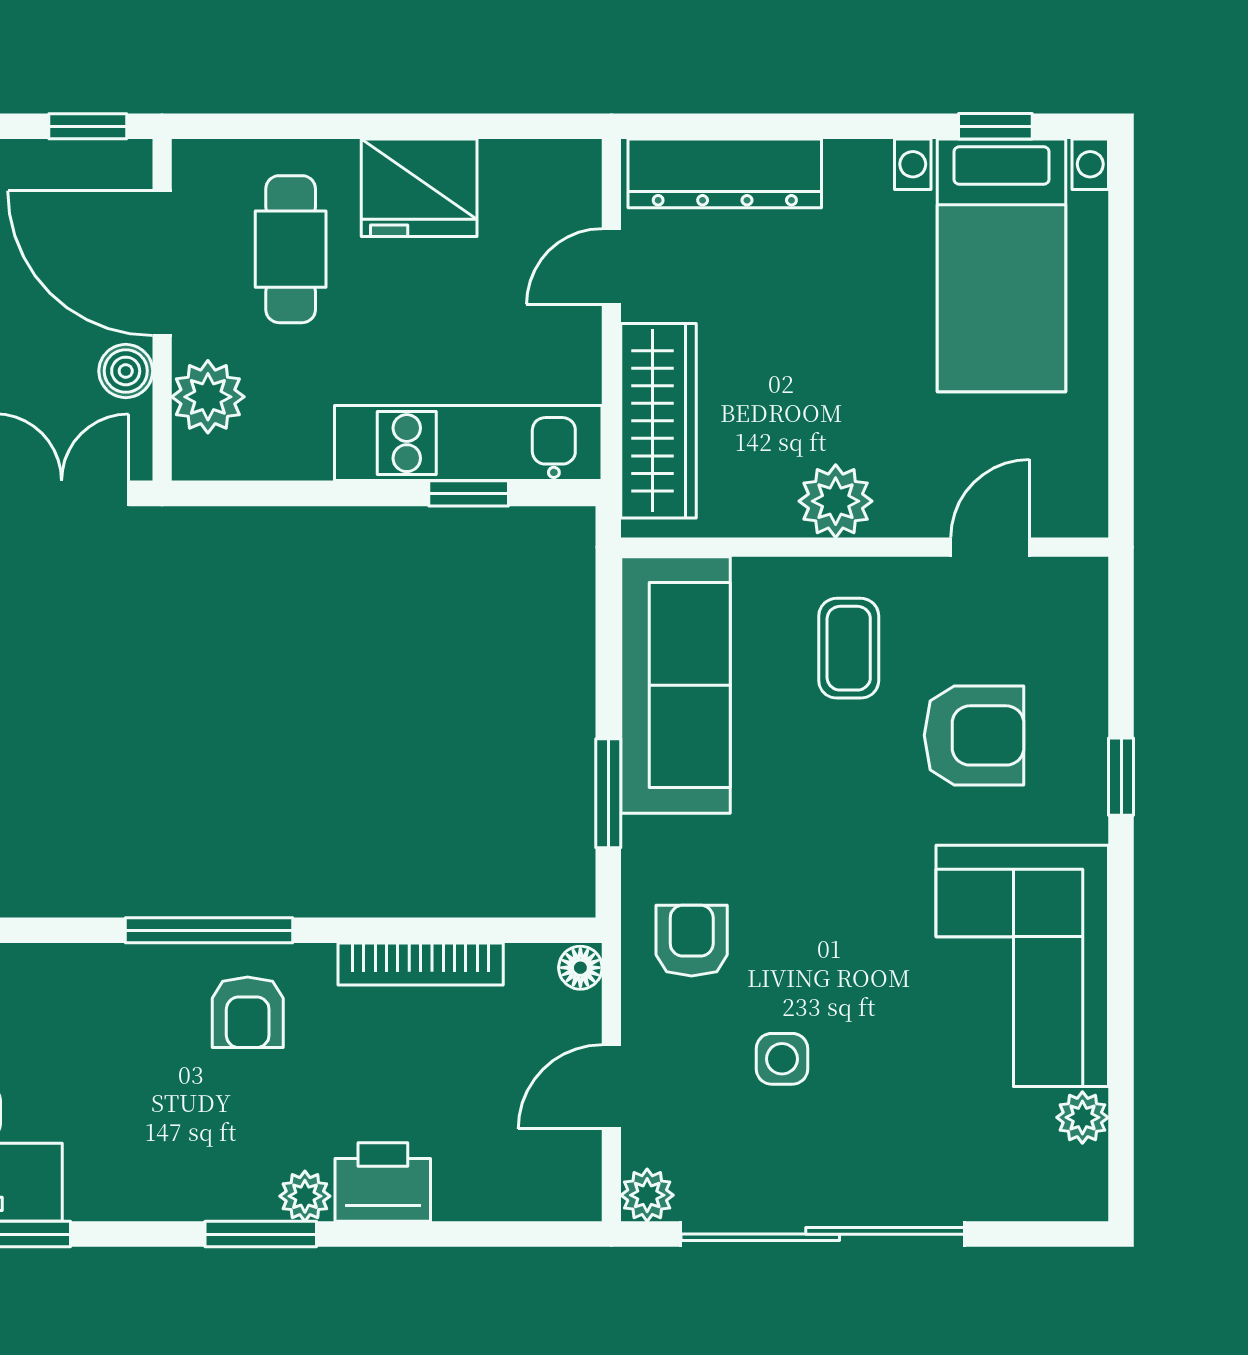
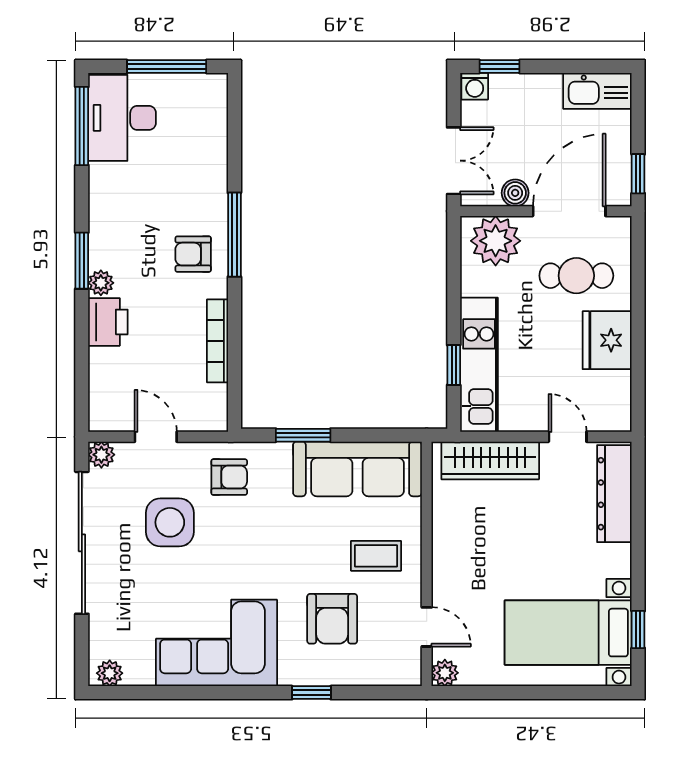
plant: (208, 397) -> (496, 241), width x1.36, depth x1.36
plant: (836, 501) -> (445, 673), moved, width x0.73, depth x0.73
floor lamp: (580, 968) -> (216, 421), removed
side table: (782, 1059) -> (170, 522), width x1.87, depth x1.87
plant: (1082, 1117) -> (110, 673), moved

